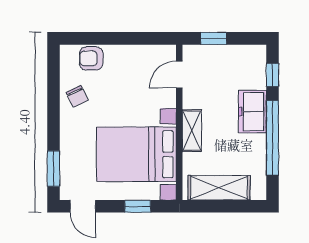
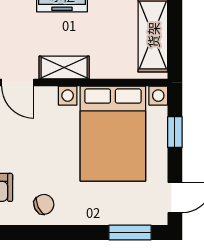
shelving: (192, 131) -> (64, 67), moved

